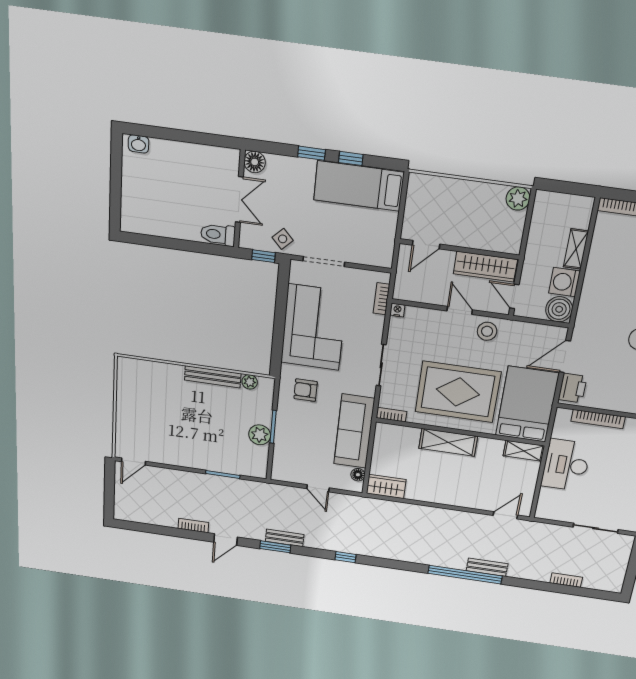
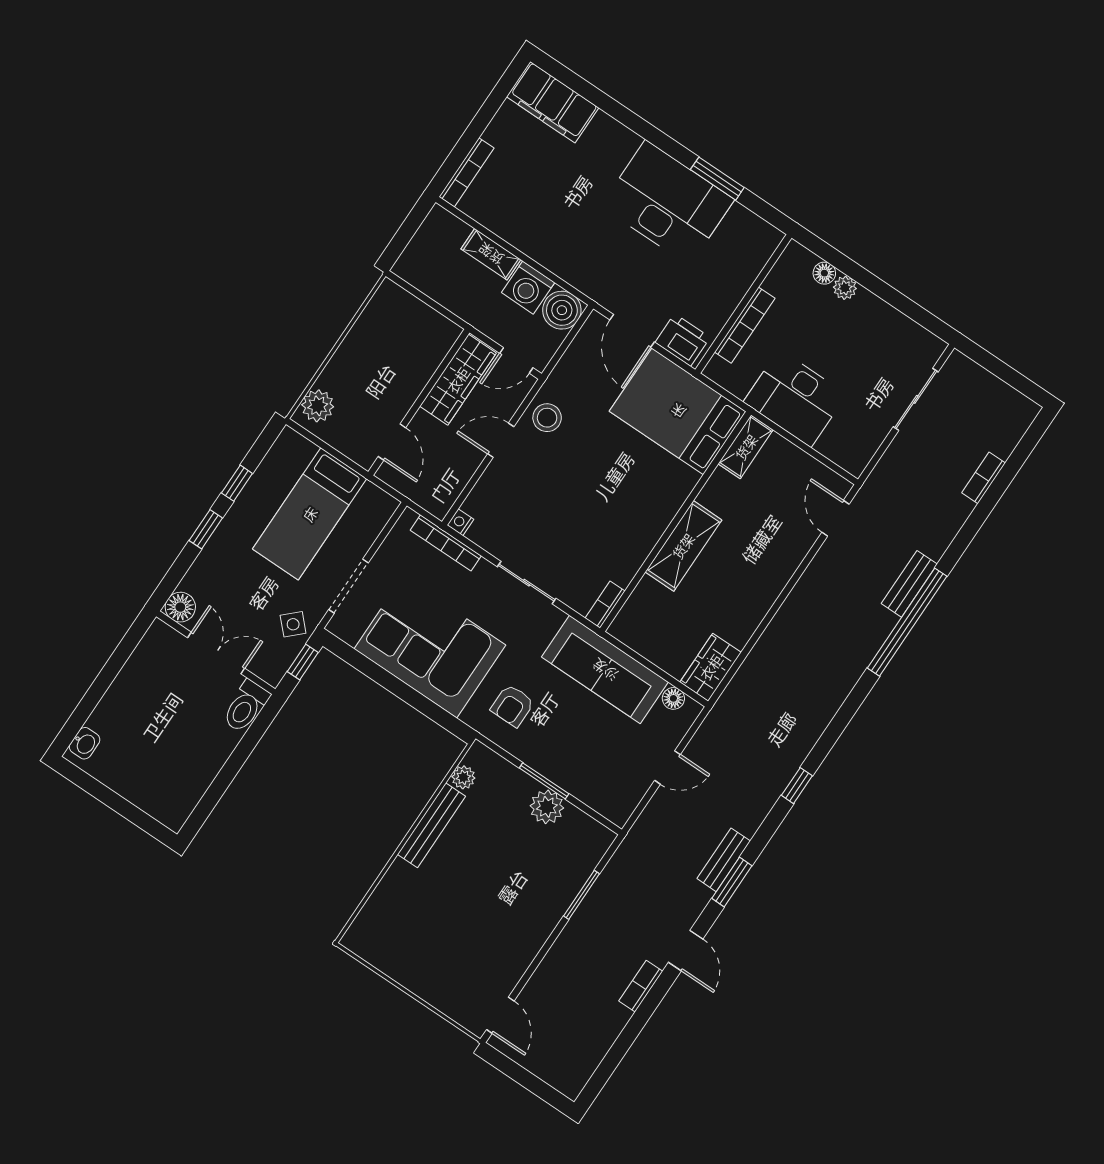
bed: (359, 186) -> (310, 514), moved
plant: (518, 198) -> (318, 406), moved
bookcase: (381, 299) -> (446, 543), width x1.56
rug: (458, 392) -> (615, 497), removed

